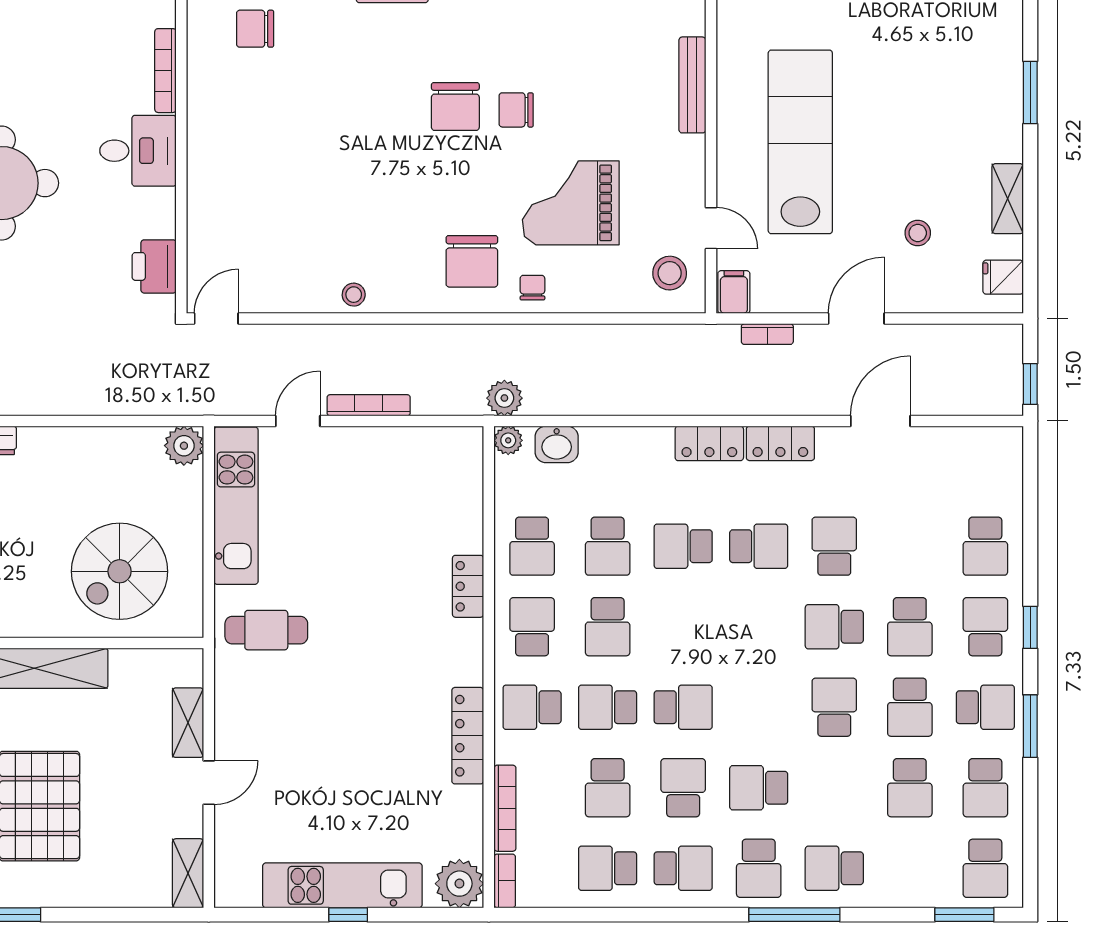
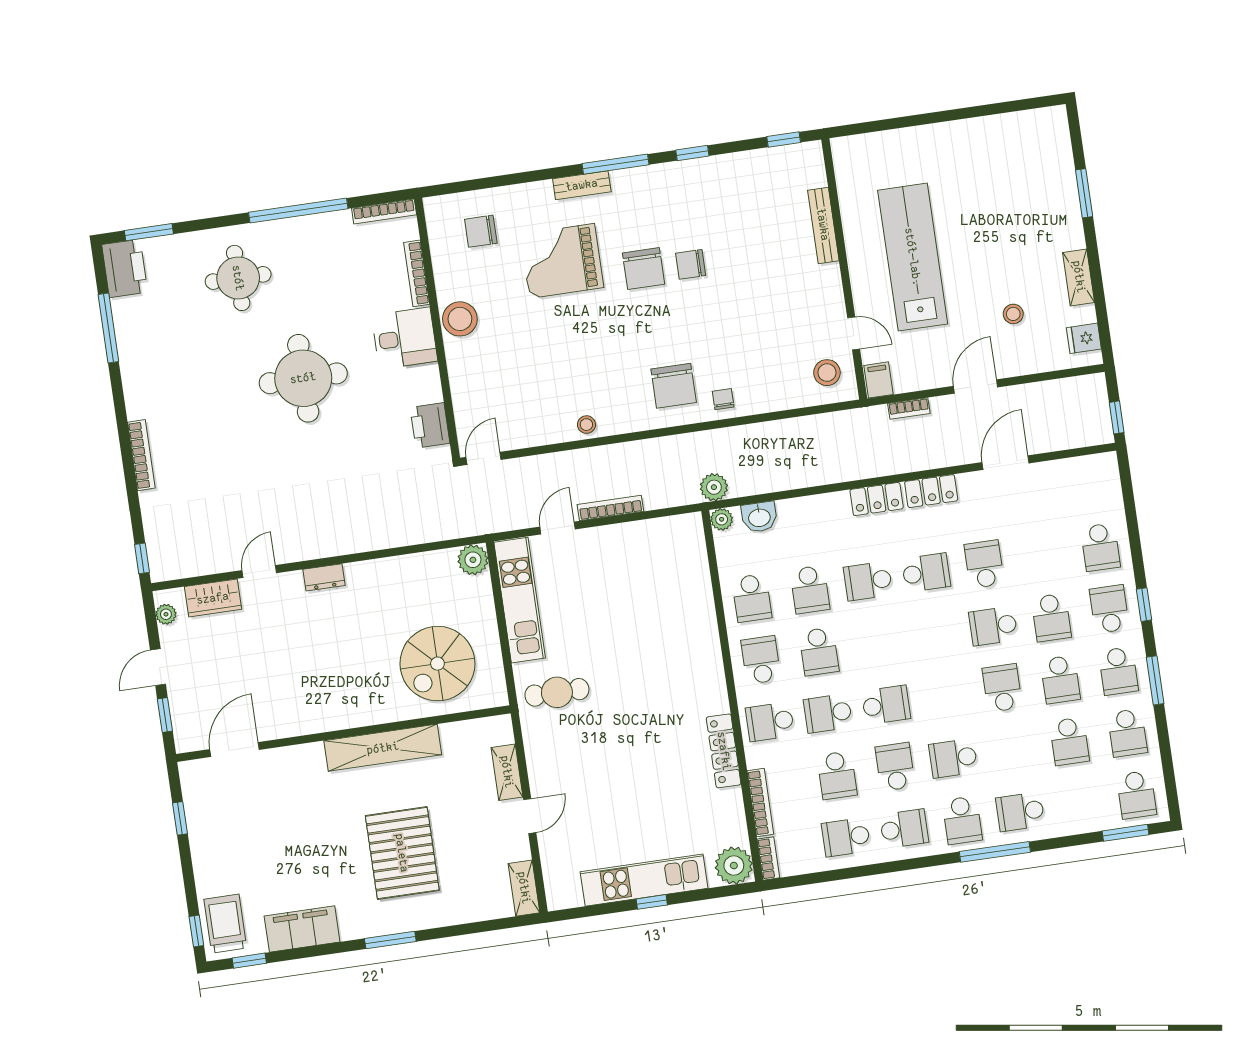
stool: (212, 137) -> (460, 319), added
grand piano: (571, 203) -> (562, 261), moved
locker: (468, 586) -> (707, 636), removed
school desk: (985, 707) -> (1118, 671), turned 90

